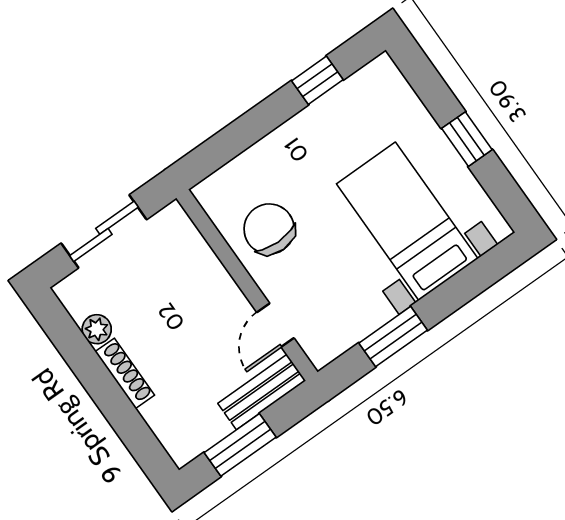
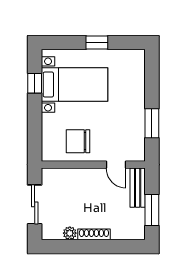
bed with nightstands: (407, 221) -> (74, 85), moved, turned 180

